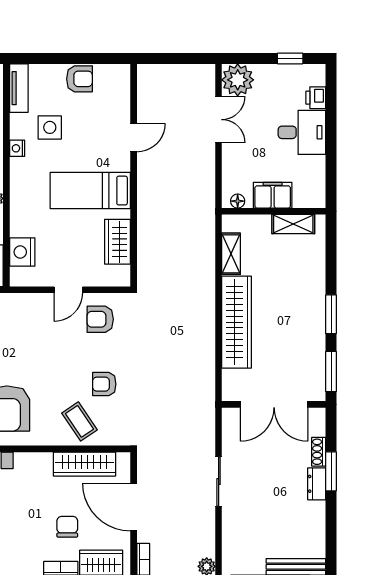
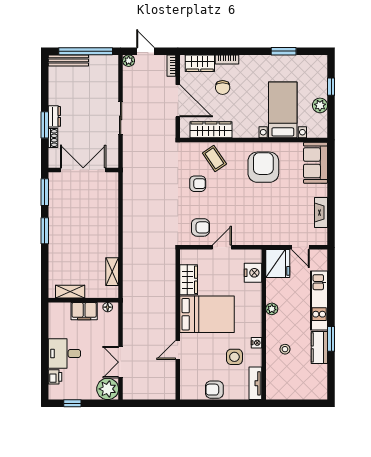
bed: (90, 191) -> (207, 314), width x1.50
wardrobe: (237, 322) -> (108, 225), removed

